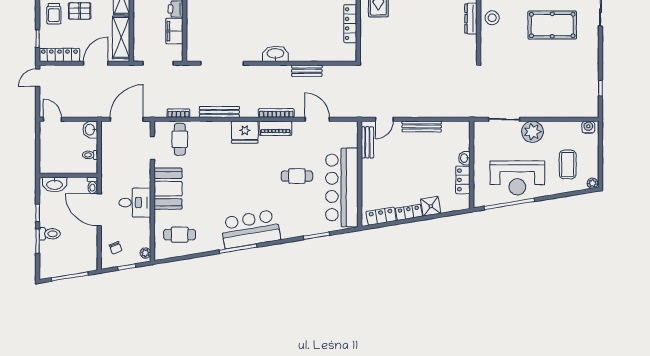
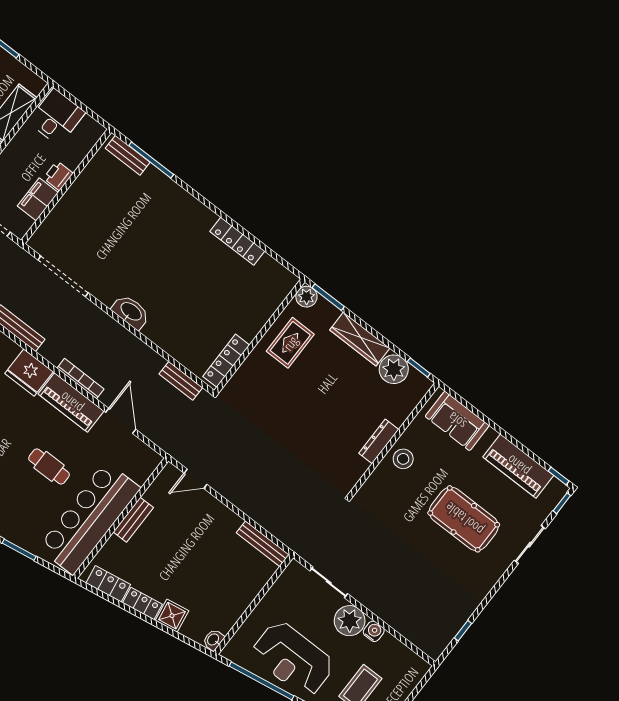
locker: (350, 24) -> (226, 361), moved
bench: (307, 71) -> (181, 381), moved
bench: (422, 126) -> (263, 544), moved
water cooler: (588, 127) -> (374, 631), moved
piano: (275, 128) -> (71, 403), width x1.37, depth x1.33
bench: (367, 142) -> (133, 520), moved
washbasin: (464, 158) -> (213, 640), moved
locker: (463, 180) -> (231, 614), removed

